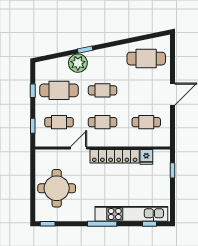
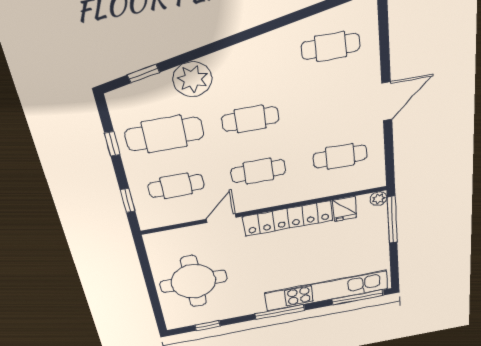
window: (85, 50) -> (143, 74), moved
cafe table: (146, 59) -> (331, 47), width x0.73, depth x0.74
plant: (165, 154) -> (378, 199), added
window: (172, 170) -> (392, 220), width x2.17
window: (48, 224) -> (208, 326), moved
window: (150, 224) -> (358, 297), width x2.17

